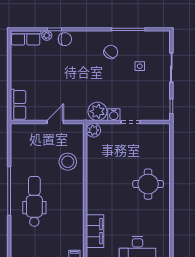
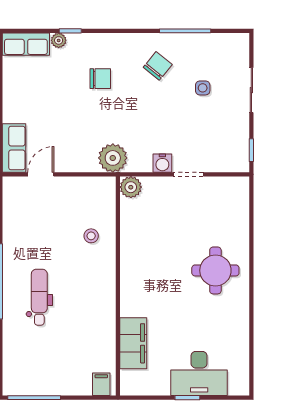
chair: (65, 39) -> (100, 79), moved
plant: (97, 111) -> (113, 158), moved
door: (55, 122) -> (41, 174), moved
stool: (68, 162) -> (91, 236), width x0.53, depth x0.53
dental chair: (34, 201) -> (39, 297), width x0.73, depth x0.72

